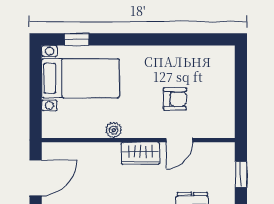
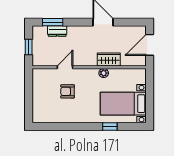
window: (77, 39) -> (110, 126), moved
wardrobe: (140, 153) -> (109, 59), moved

